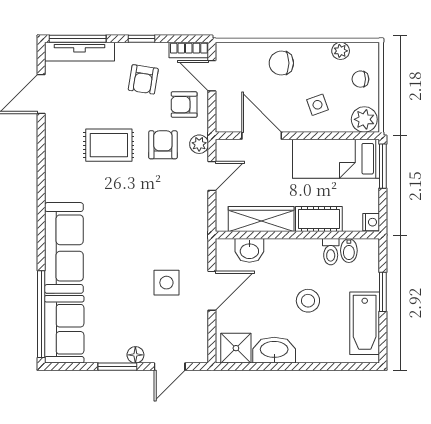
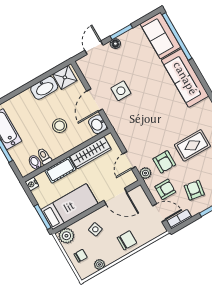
washbasin: (249, 250) -> (98, 124), moved, turned -90
stool: (308, 301) -> (60, 126), moved

